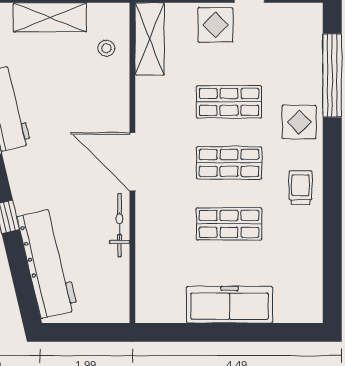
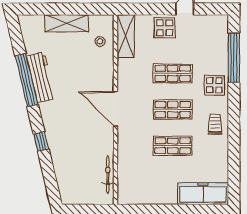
bicycle: (120, 225) -> (108, 175), moved
workbench: (48, 264) -> (65, 169), removed
freezer: (230, 305) -> (203, 194), moved

